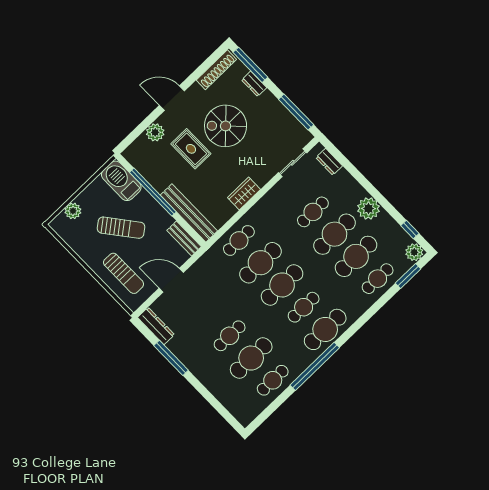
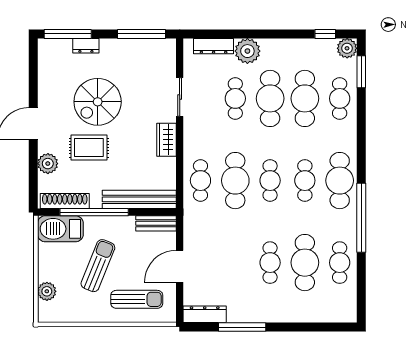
shoe rack: (216, 70) -> (65, 201), moved, turned -90
dresser: (329, 162) -> (214, 46), width x1.44
sliding door: (293, 163) -> (180, 97), moved
plant: (368, 209) -> (247, 51), moved
sun lounger: (121, 228) -> (98, 266), turned -30
cafe table: (282, 285) -> (270, 181), width x0.73, depth x0.74

